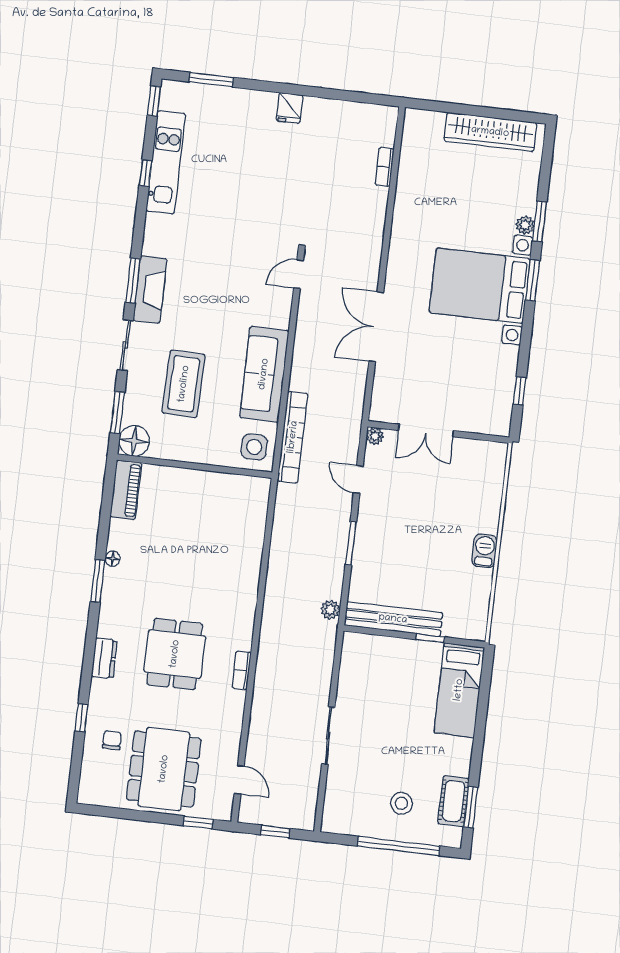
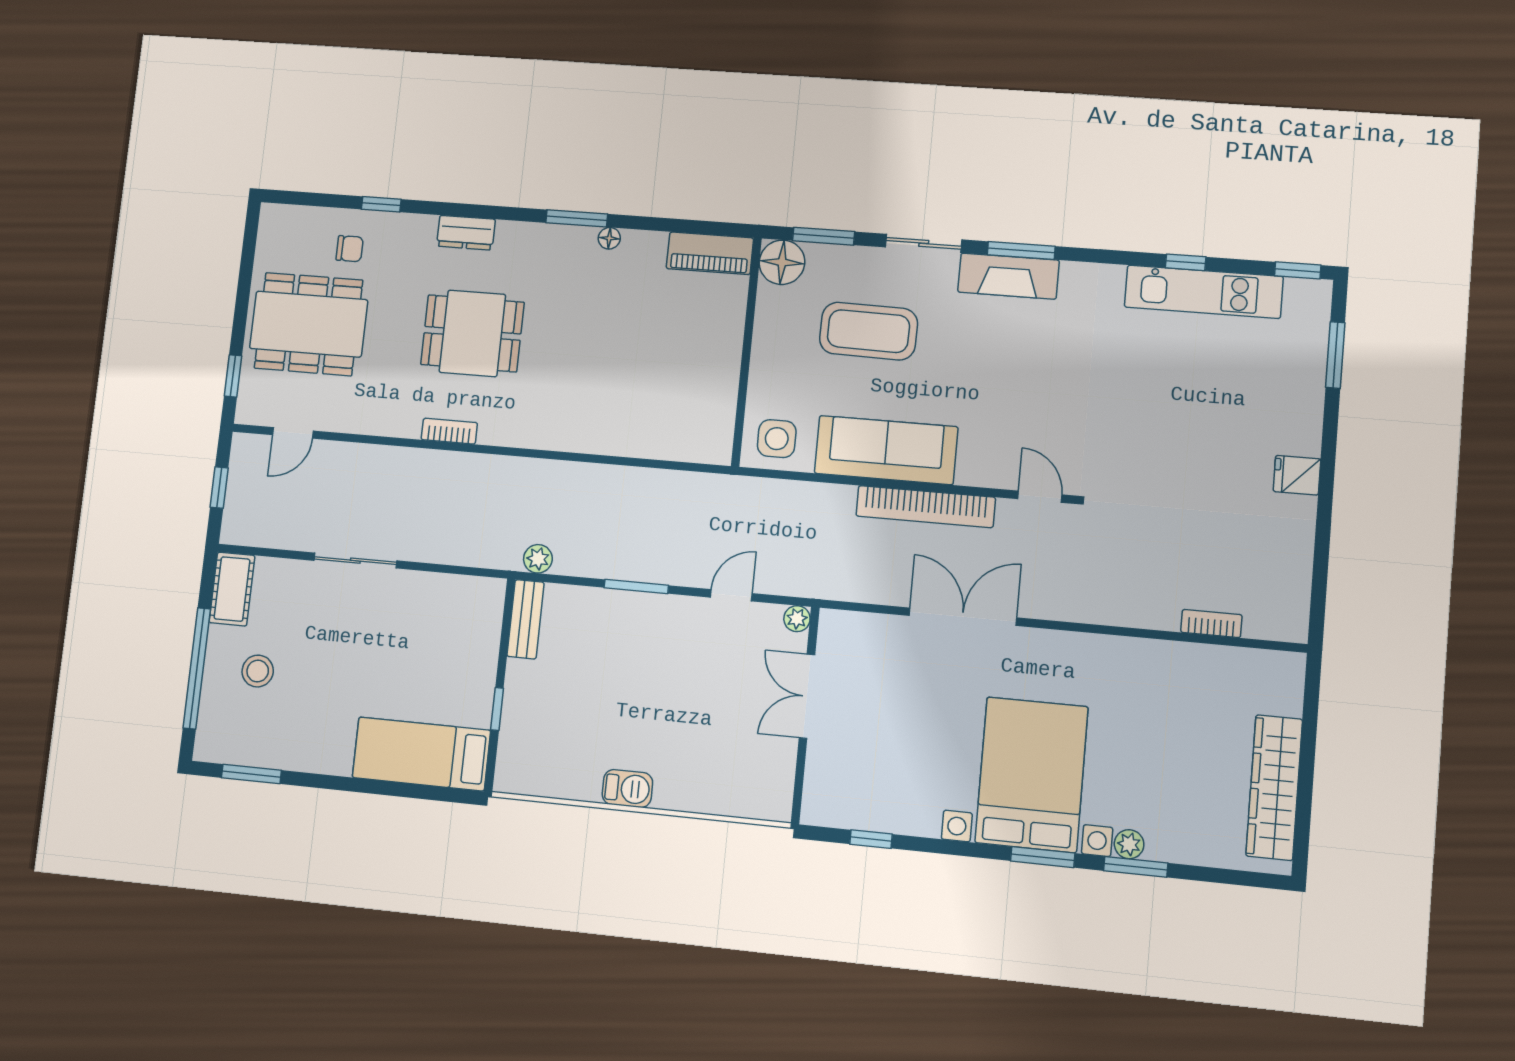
bookcase: (293, 437) -> (926, 507), moved
bench: (393, 619) -> (526, 619), width x0.54, depth x0.82
cot: (453, 801) -> (232, 589), moved, turned 90

